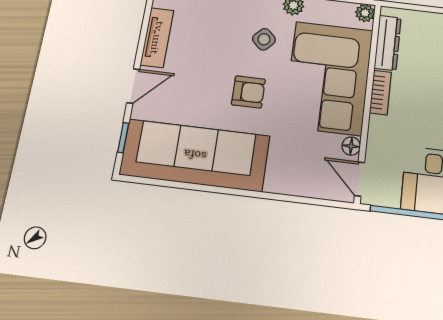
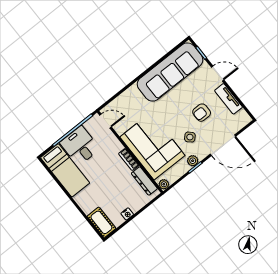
door: (133, 86) -> (218, 74), swing flipped
armchair: (248, 92) -> (202, 113), moved
floor lamp: (351, 146) -> (120, 130), removed

